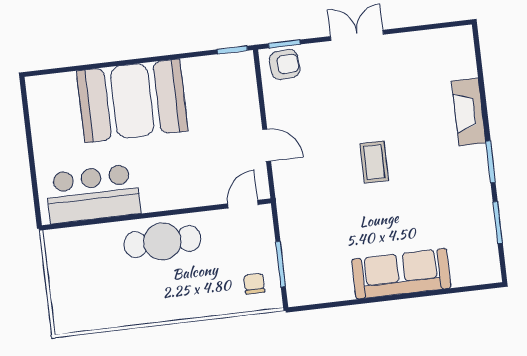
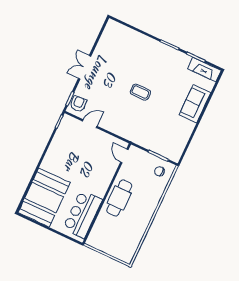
booth: (132, 101) -> (44, 198), moved
fireplace: (469, 112) -> (204, 70), moved
door: (267, 145) -> (90, 124), moved
sofa: (401, 274) -> (195, 104), width x0.73

